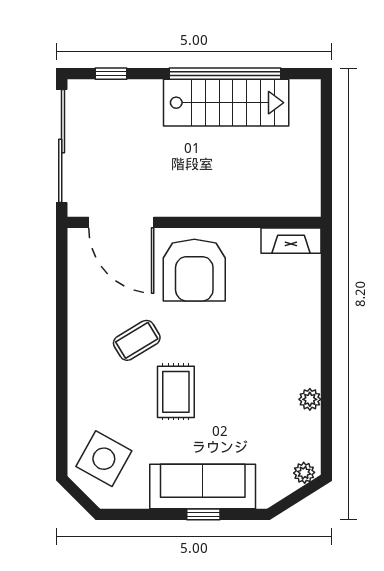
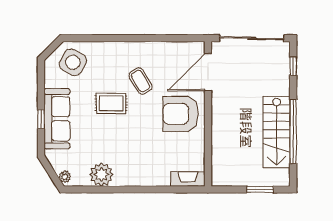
window: (326, 131) -> (260, 189), added
fireplace: (291, 241) -> (188, 179), moved, turned 90
plant: (310, 399) -> (101, 174), width x1.87, depth x1.87

